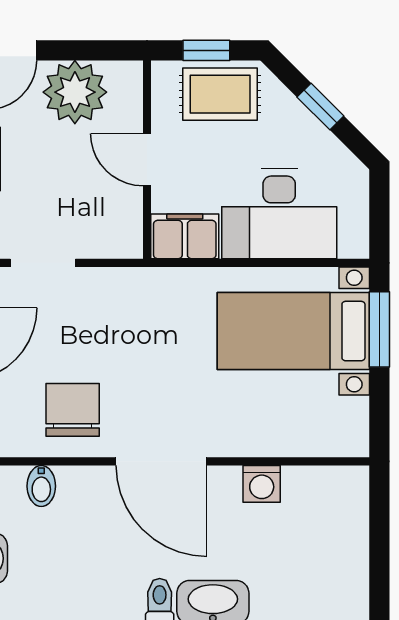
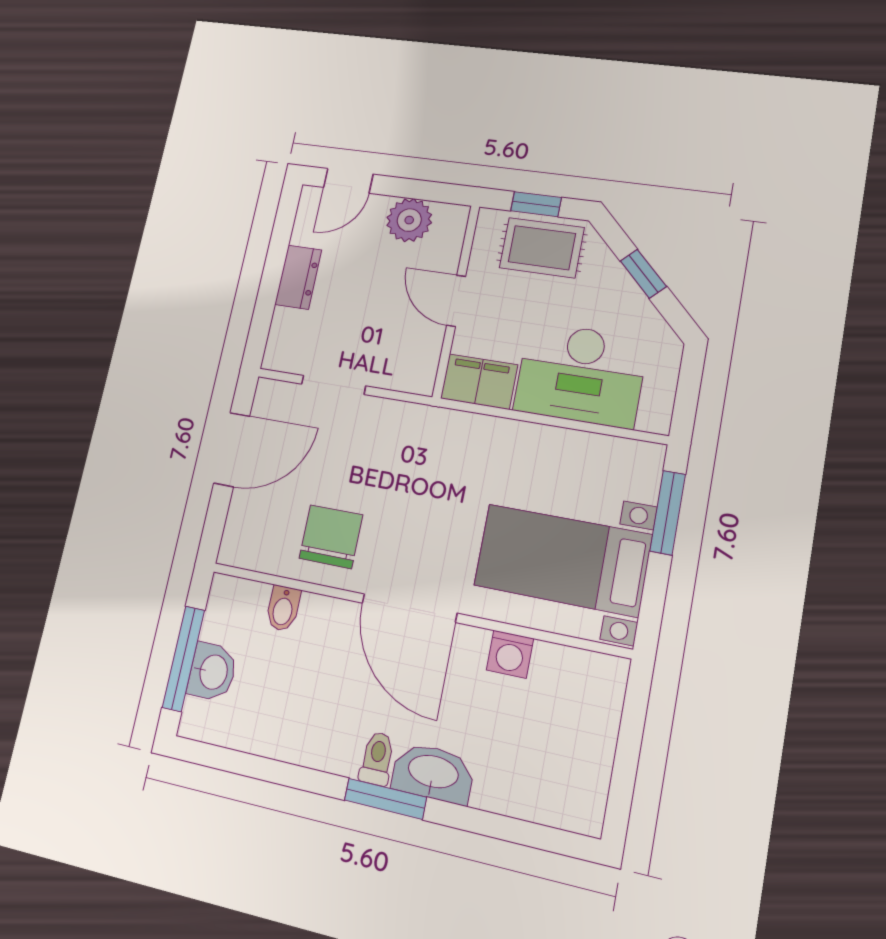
plant: (75, 92) -> (409, 220), width x0.73, depth x0.73
bed with nightstands: (293, 331) -> (563, 560), moved

